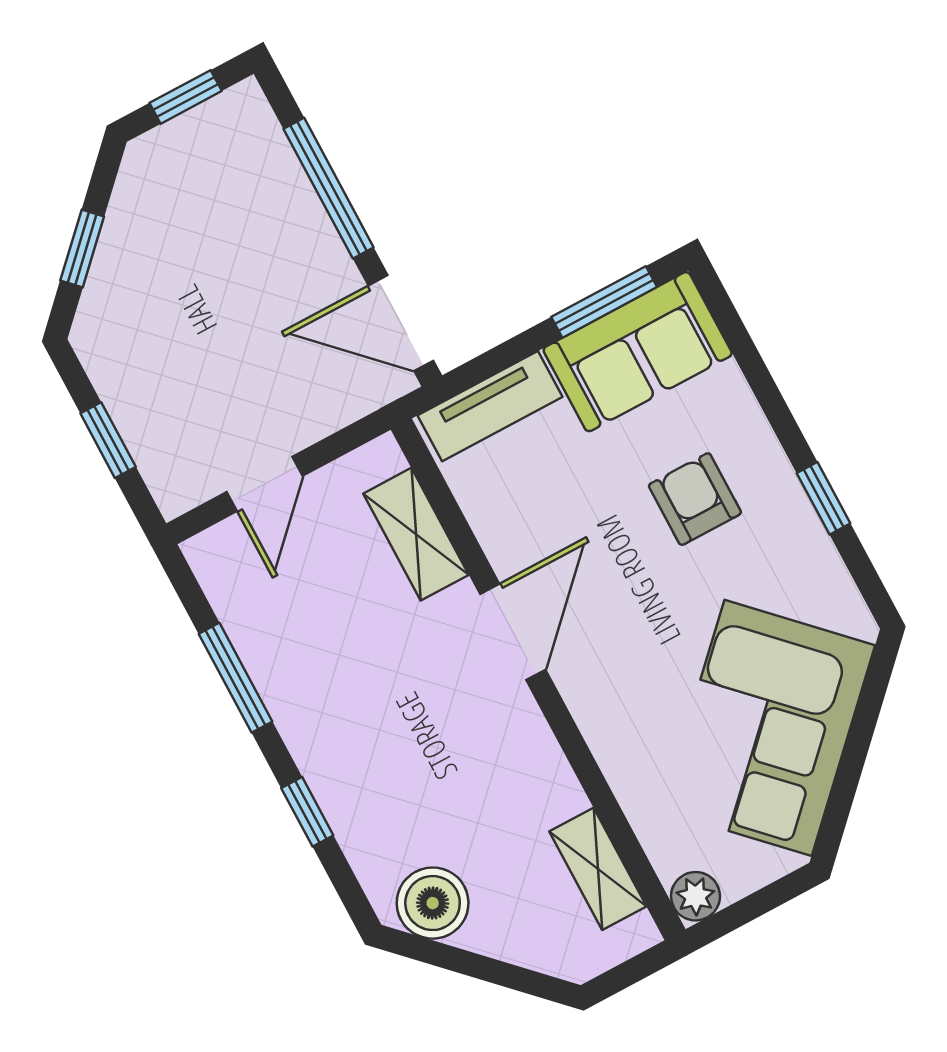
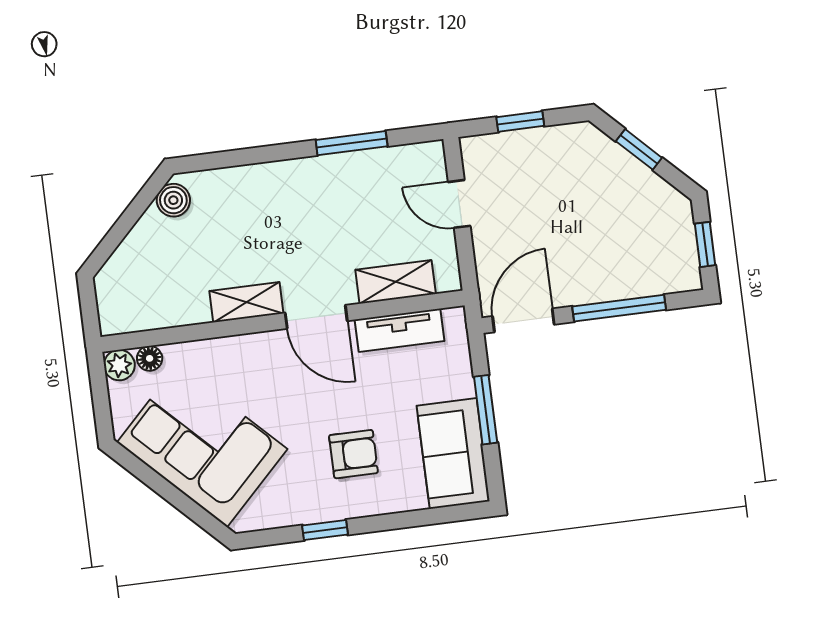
window: (604, 302) -> (486, 410), moved
tv unit: (490, 406) -> (399, 330), moved, turned -90
window: (307, 812) -> (256, 155), removed
floor lamp: (668, 855) -> (150, 358), added
shelving: (598, 869) -> (246, 302), moved
boiler: (433, 903) -> (173, 200), width x0.73, depth x0.73

